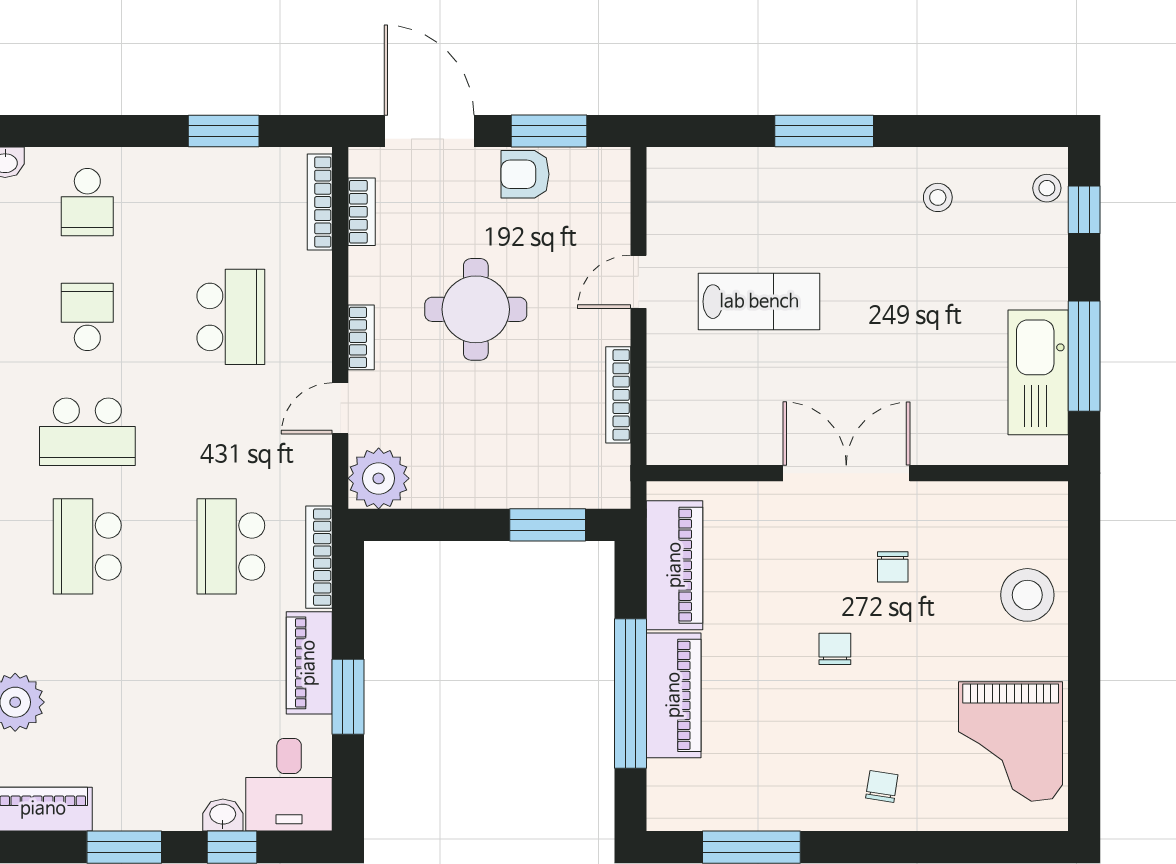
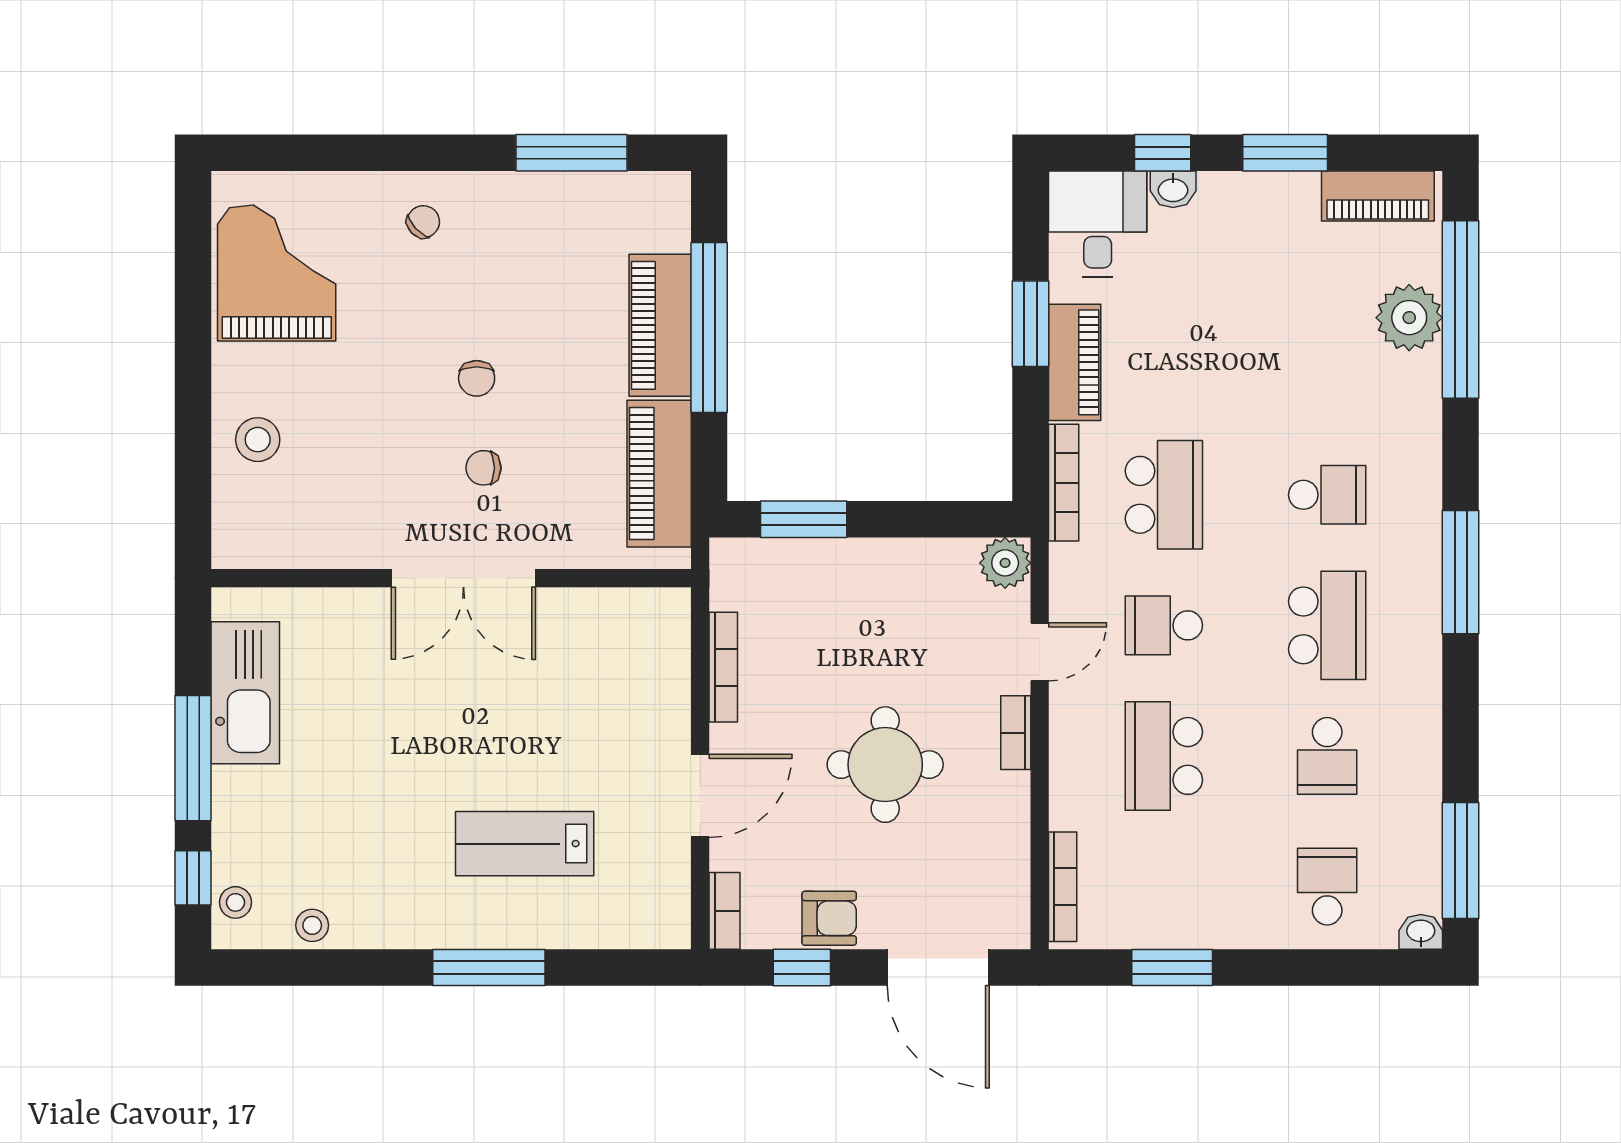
window: (549, 131) -> (802, 967), width x0.67
stool: (938, 197) -> (312, 925), moved
bookcase: (362, 212) -> (725, 911), moved, turned 180
door: (638, 282) -> (700, 796), width x1.38
lab bench: (759, 302) -> (525, 844), moved
window: (1084, 356) -> (193, 758), moved
school desk: (87, 432) -> (1327, 625), turned 90
school desk: (231, 432) -> (1164, 625), added
plant: (379, 478) -> (1005, 563), width x0.73, depth x0.73
school desk: (87, 546) -> (1327, 495), width x0.54
chair: (893, 567) -> (483, 468), moved, turned -90
stool: (1027, 595) -> (258, 440), width x0.73, depth x0.73
chair: (882, 786) -> (423, 222), turned -142

